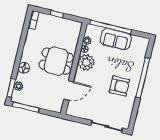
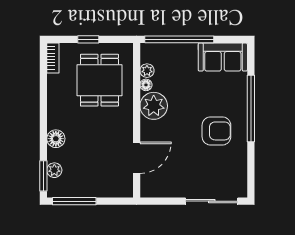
sofa: (116, 39) -> (223, 57), moved
dining table: (56, 61) -> (99, 80), moved, turned 90

